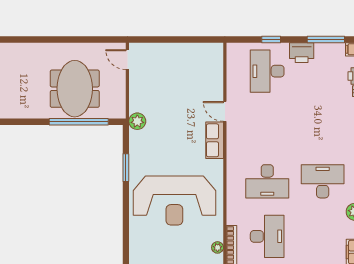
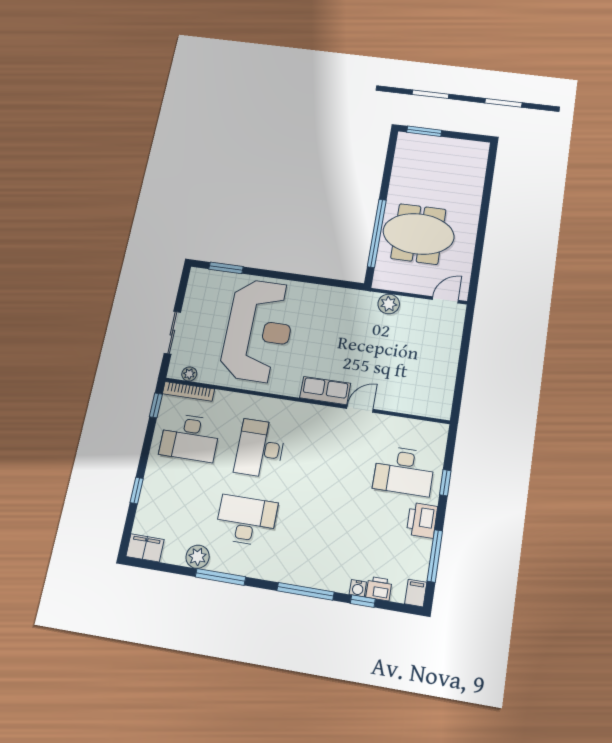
desk: (267, 71) -> (404, 471), turned 180
plant: (137, 121) -> (389, 304), moved
window: (126, 168) -> (226, 268), moved
desk: (323, 181) -> (246, 520), turned -90
reception desk: (174, 201) -> (259, 331), turned 180

